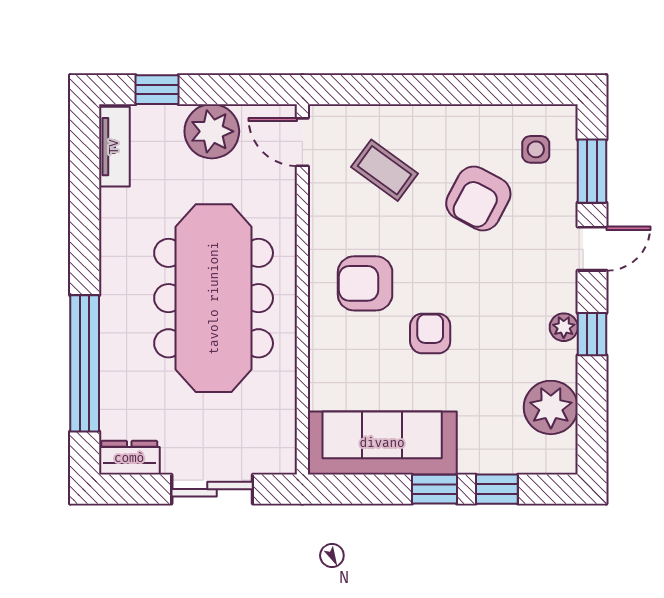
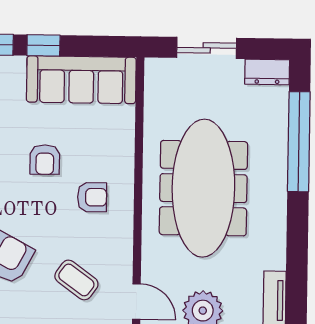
armchair: (365, 283) -> (92, 197), width x0.72, depth x0.72

